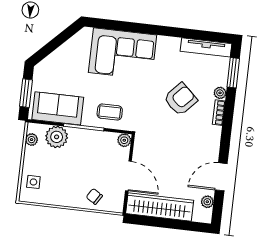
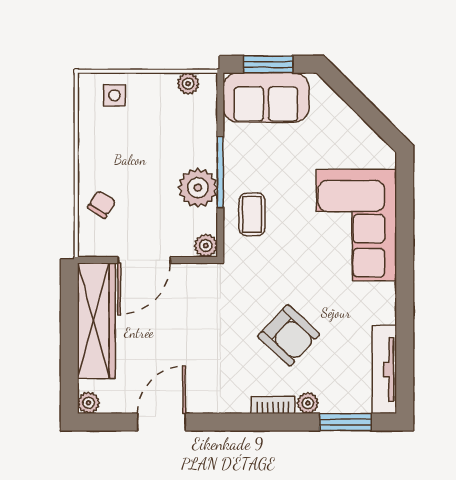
sofa: (58, 108) -> (266, 97), moved, turned 90
plant: (57, 137) -> (198, 188), moved
door: (221, 177) -> (161, 422), hinge flipped
plant: (207, 202) -> (89, 403), moved

